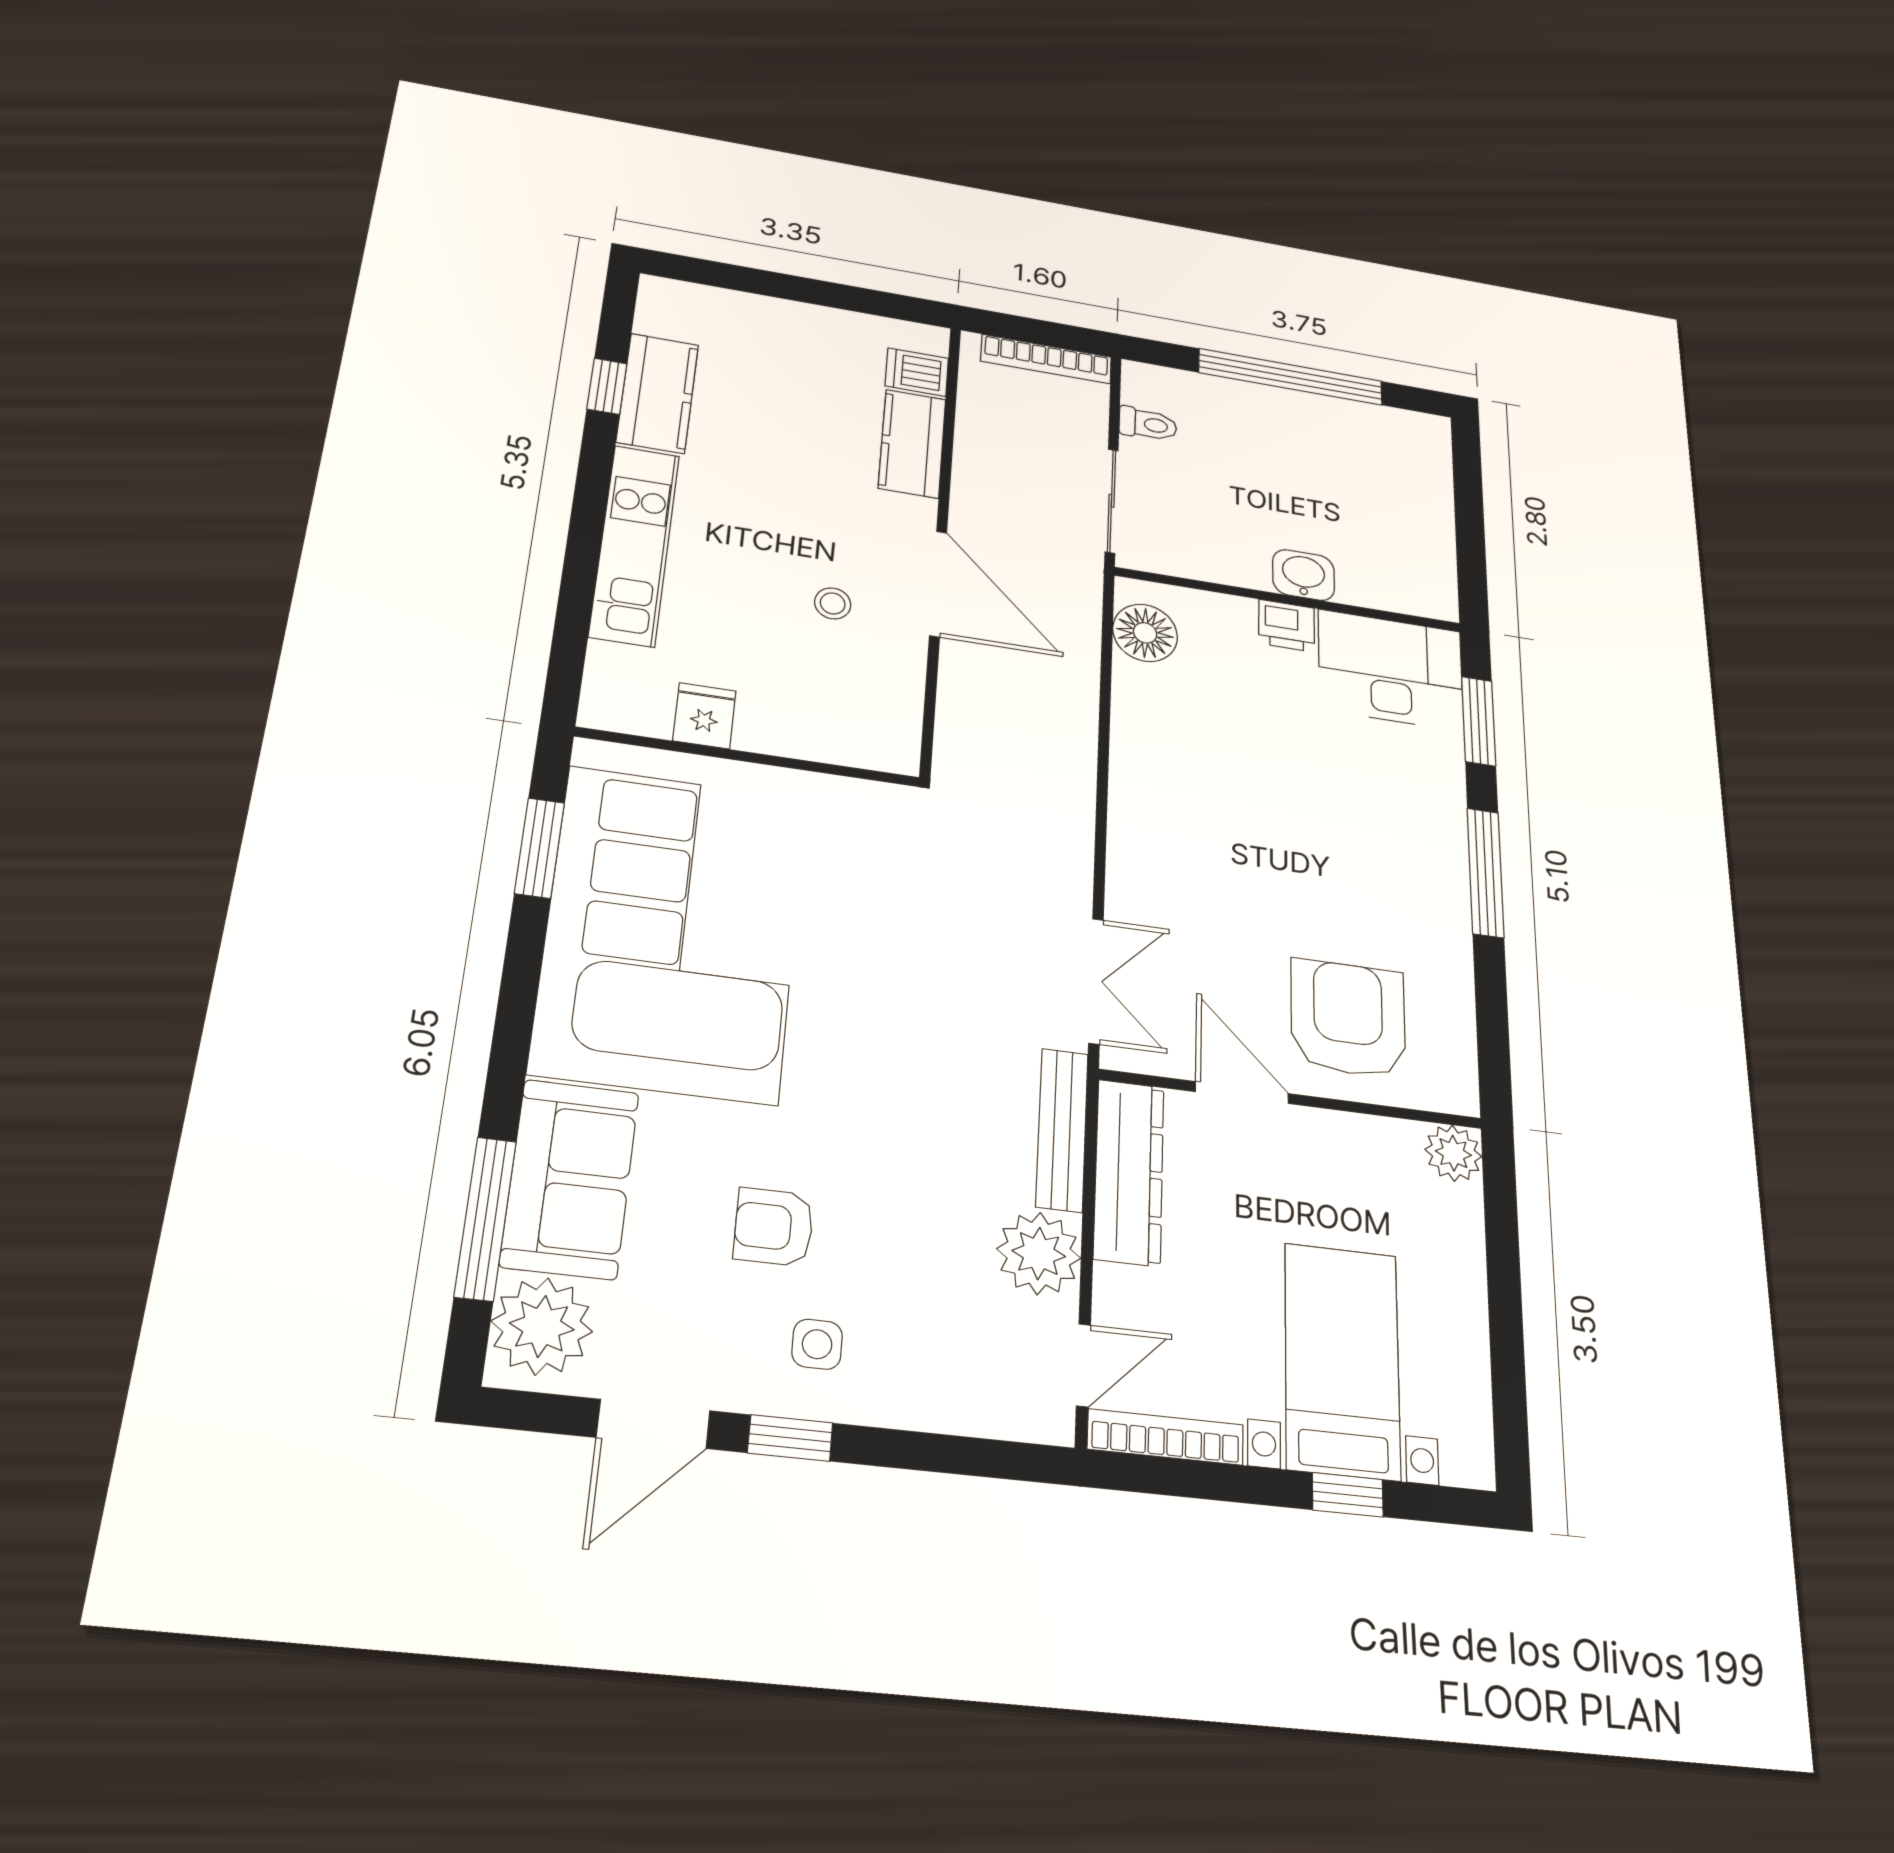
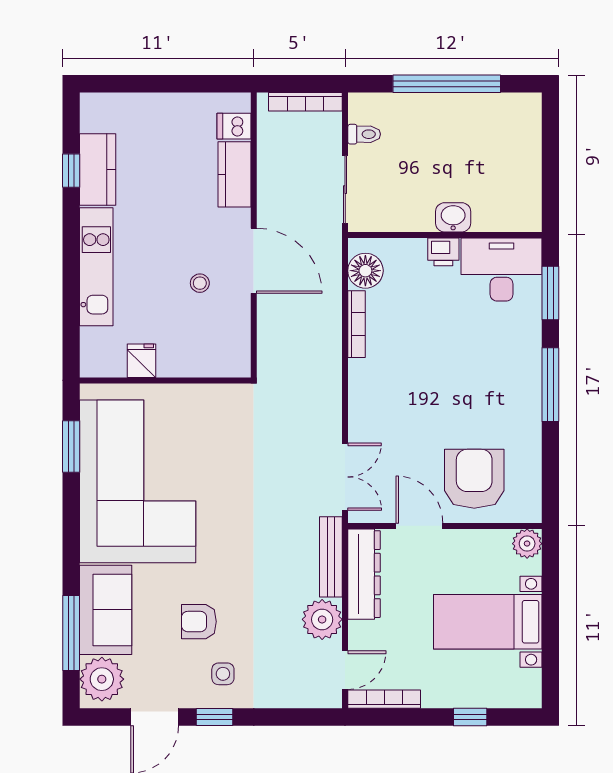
bookcase: (1126, 717) -> (356, 324), added
bed with nightstands: (1342, 1361) -> (488, 622), moved, turned -90

